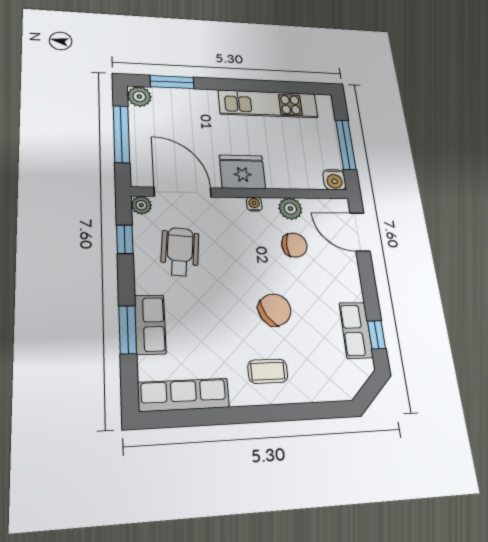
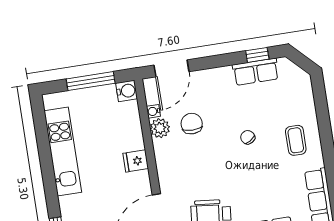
fridge: (242, 172) -> (136, 161), width x0.53, depth x0.75
water cooler: (254, 204) -> (153, 111), moved
chair: (275, 310) -> (248, 137), width x0.54, depth x0.54

